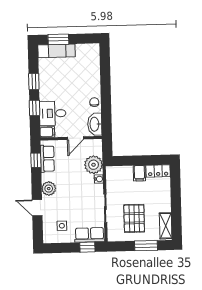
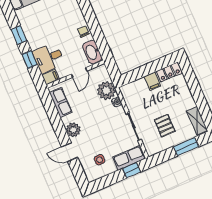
window: (36, 160) -> (50, 108), removed
pallet: (134, 218) -> (165, 126), width x0.67, depth x0.71

